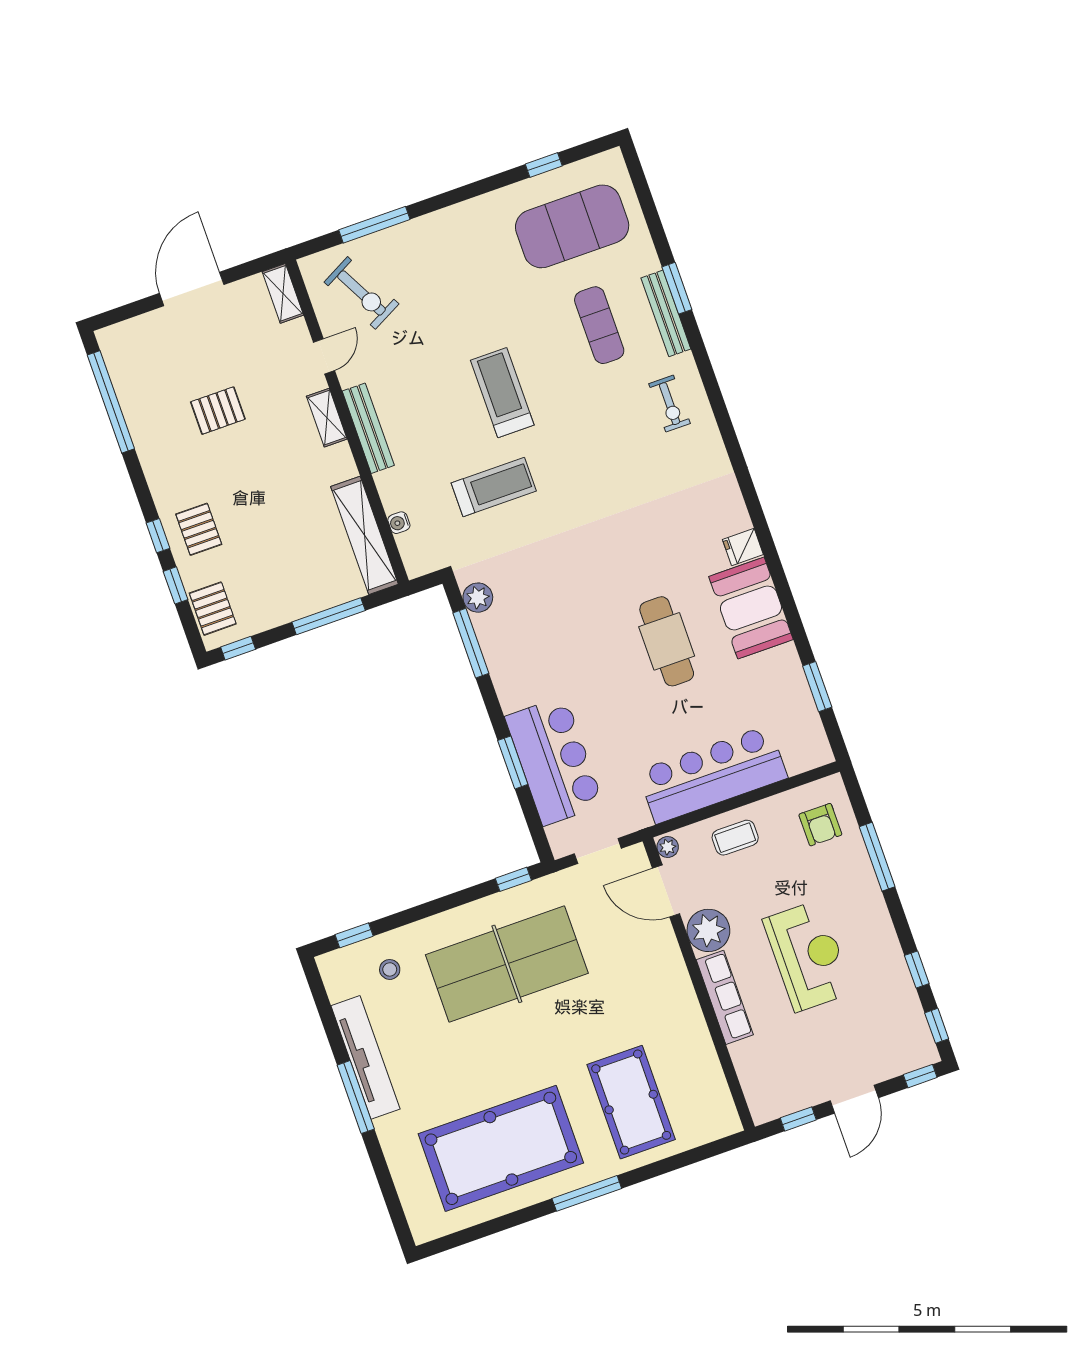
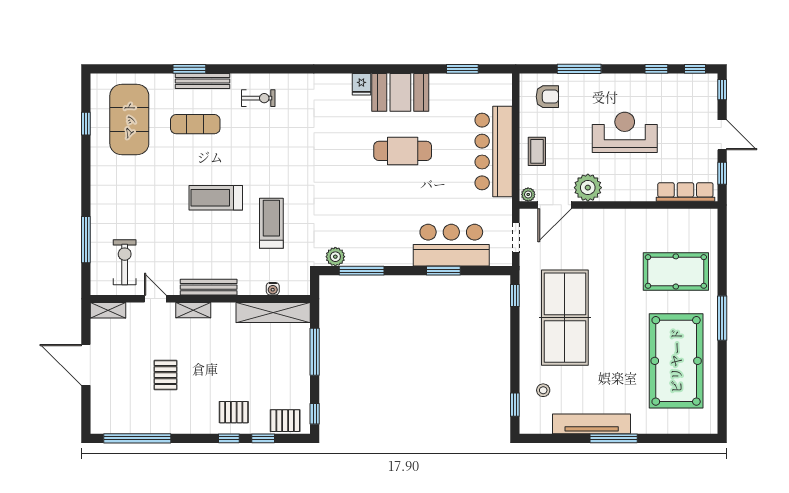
exercise bike: (361, 293) -> (125, 262), turned -62
row of seats: (725, 997) -> (685, 192), moved

